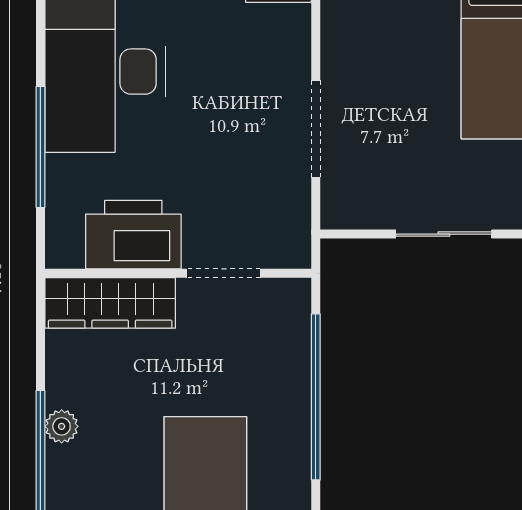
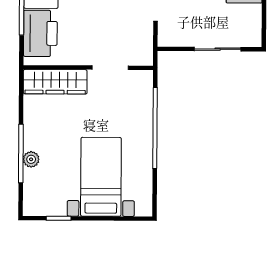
printer: (133, 235) -> (40, 33), moved, turned 90
plant: (62, 426) -> (31, 159), moved

